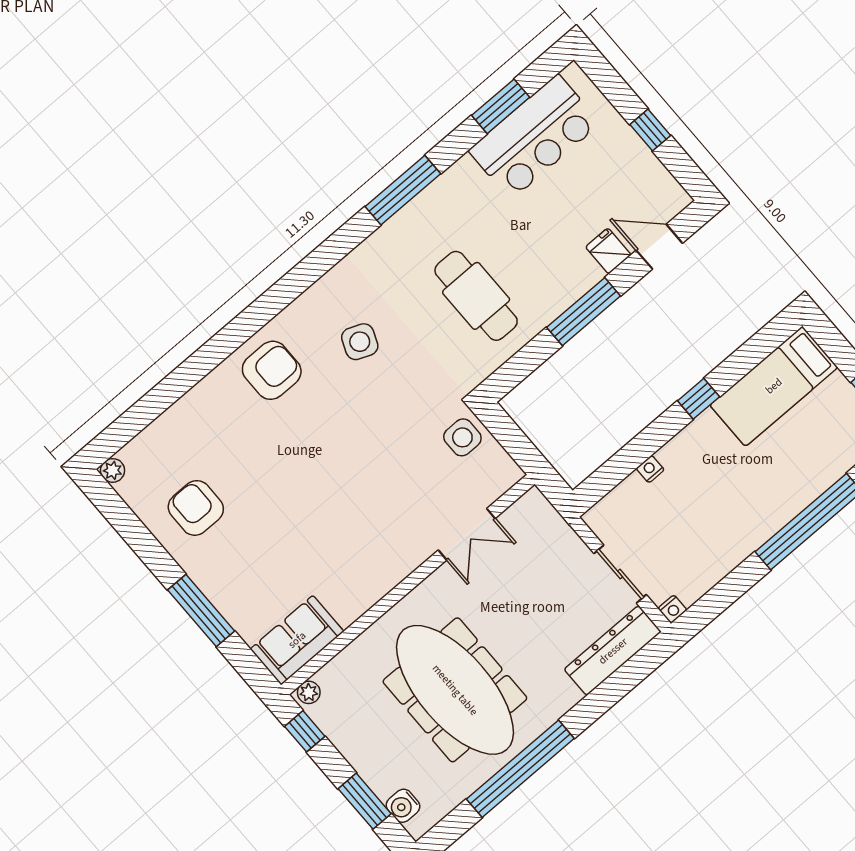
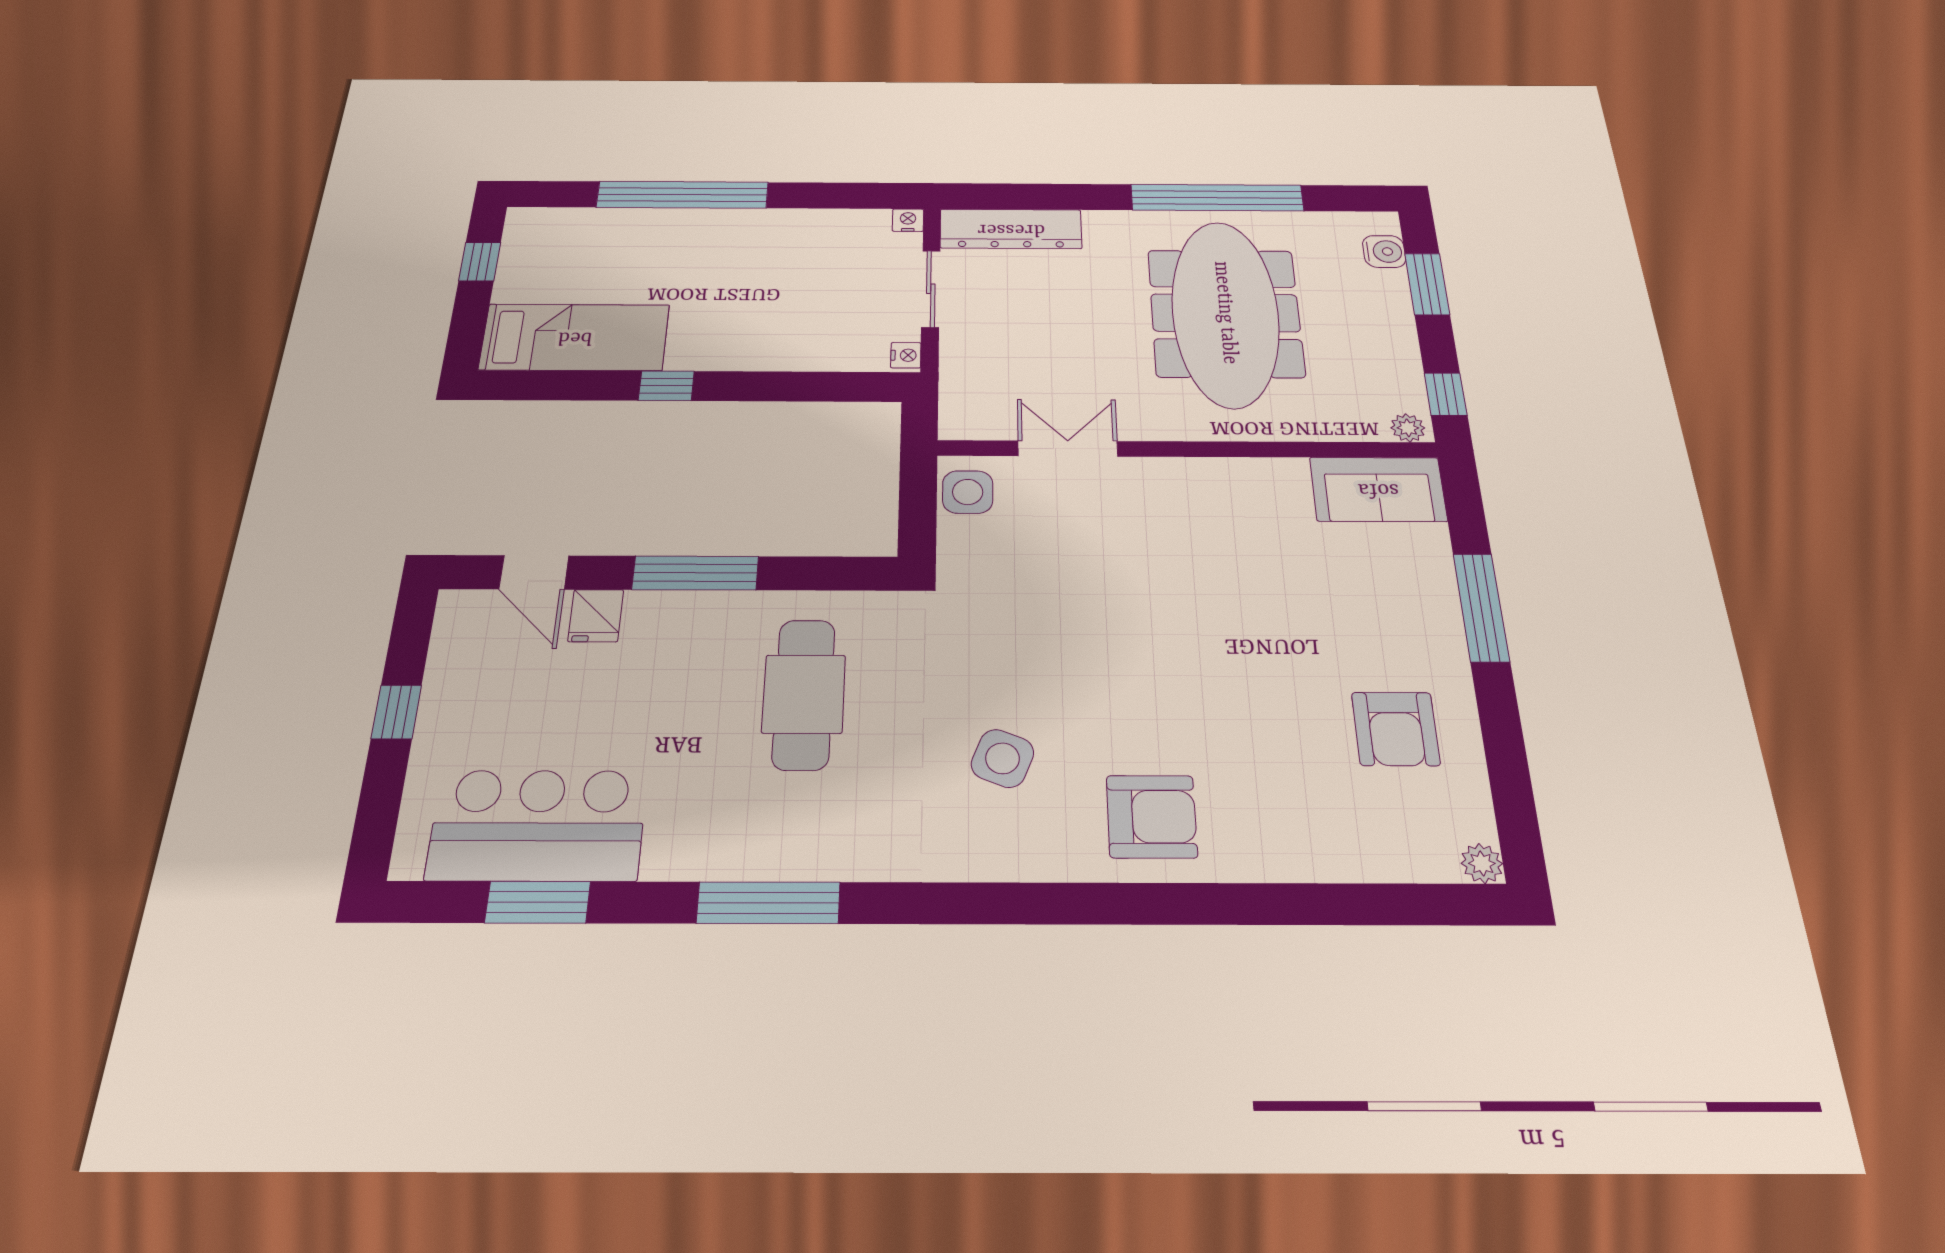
armchair: (272, 370) -> (1152, 817), turned 180
side table: (462, 437) -> (968, 492), moved
nightstand: (650, 469) -> (906, 355), moved, turned -90

